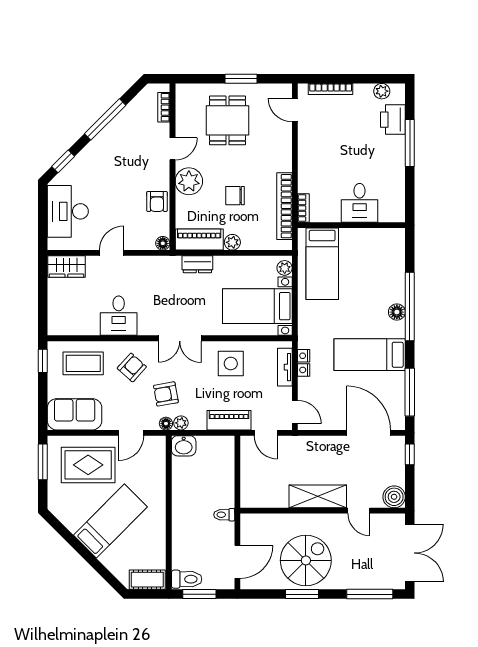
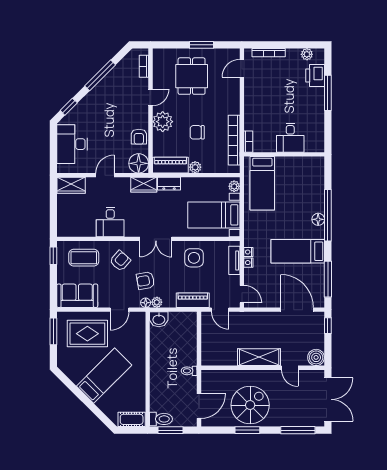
door: (295, 110) -> (242, 68), hinge flipped
floor lamp: (163, 243) -> (139, 163), width x1.89, depth x1.89
wardrobe: (163, 266) -> (144, 185), added

